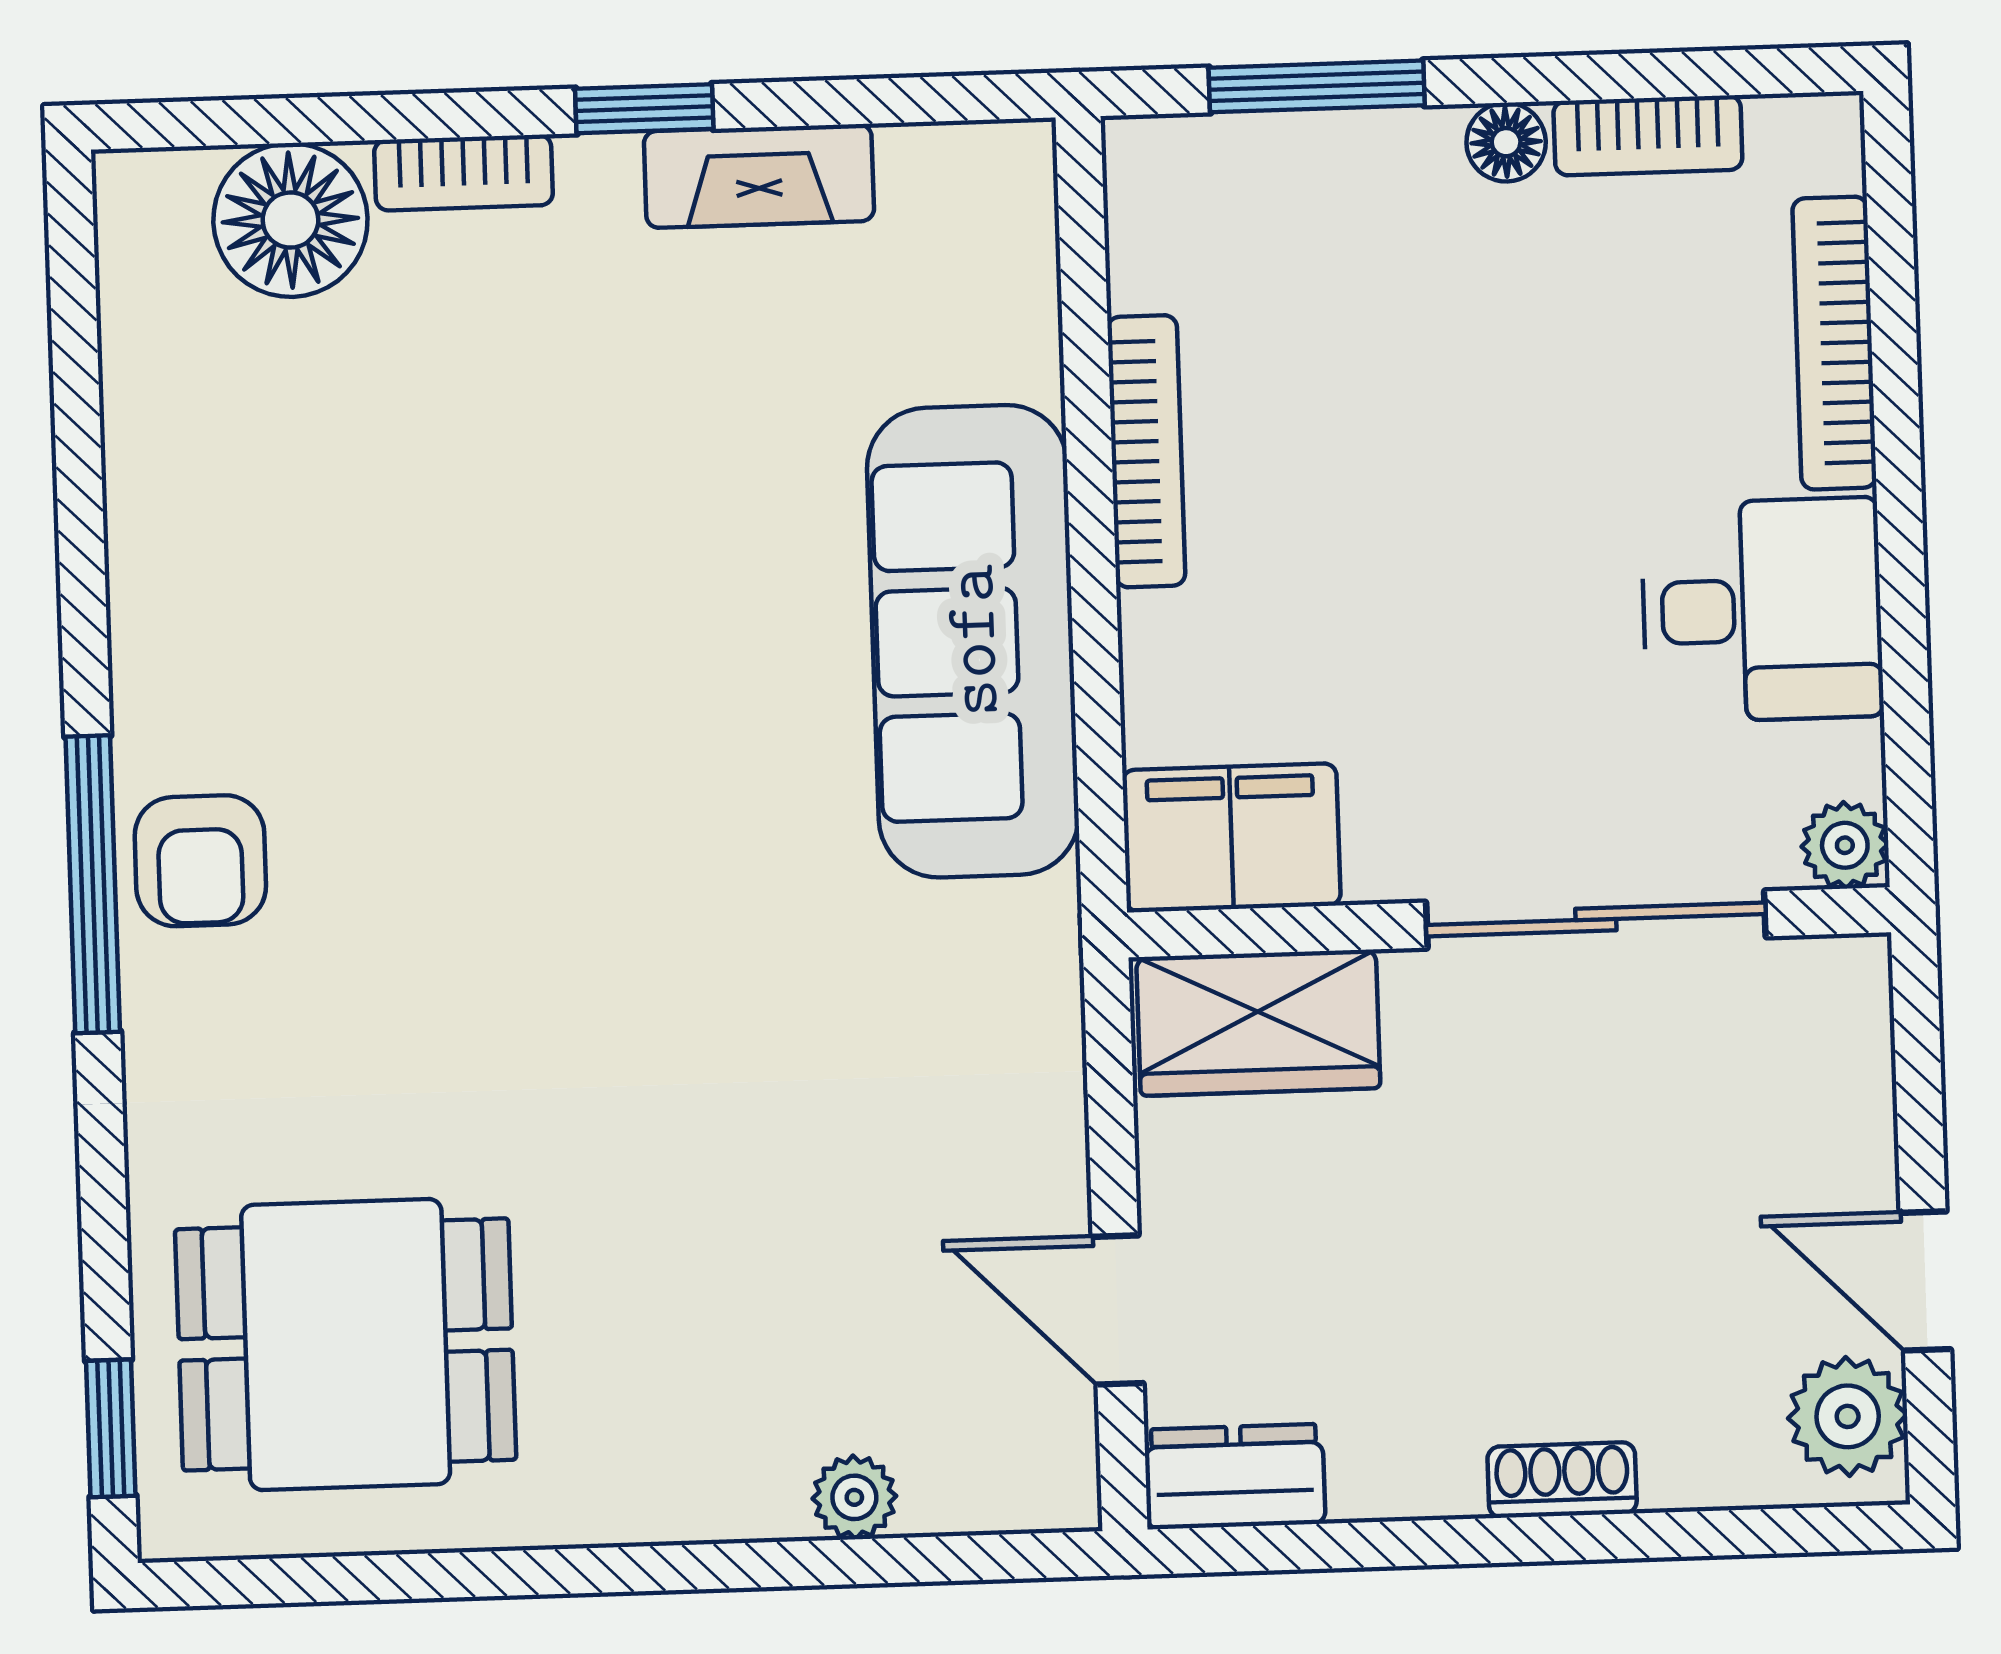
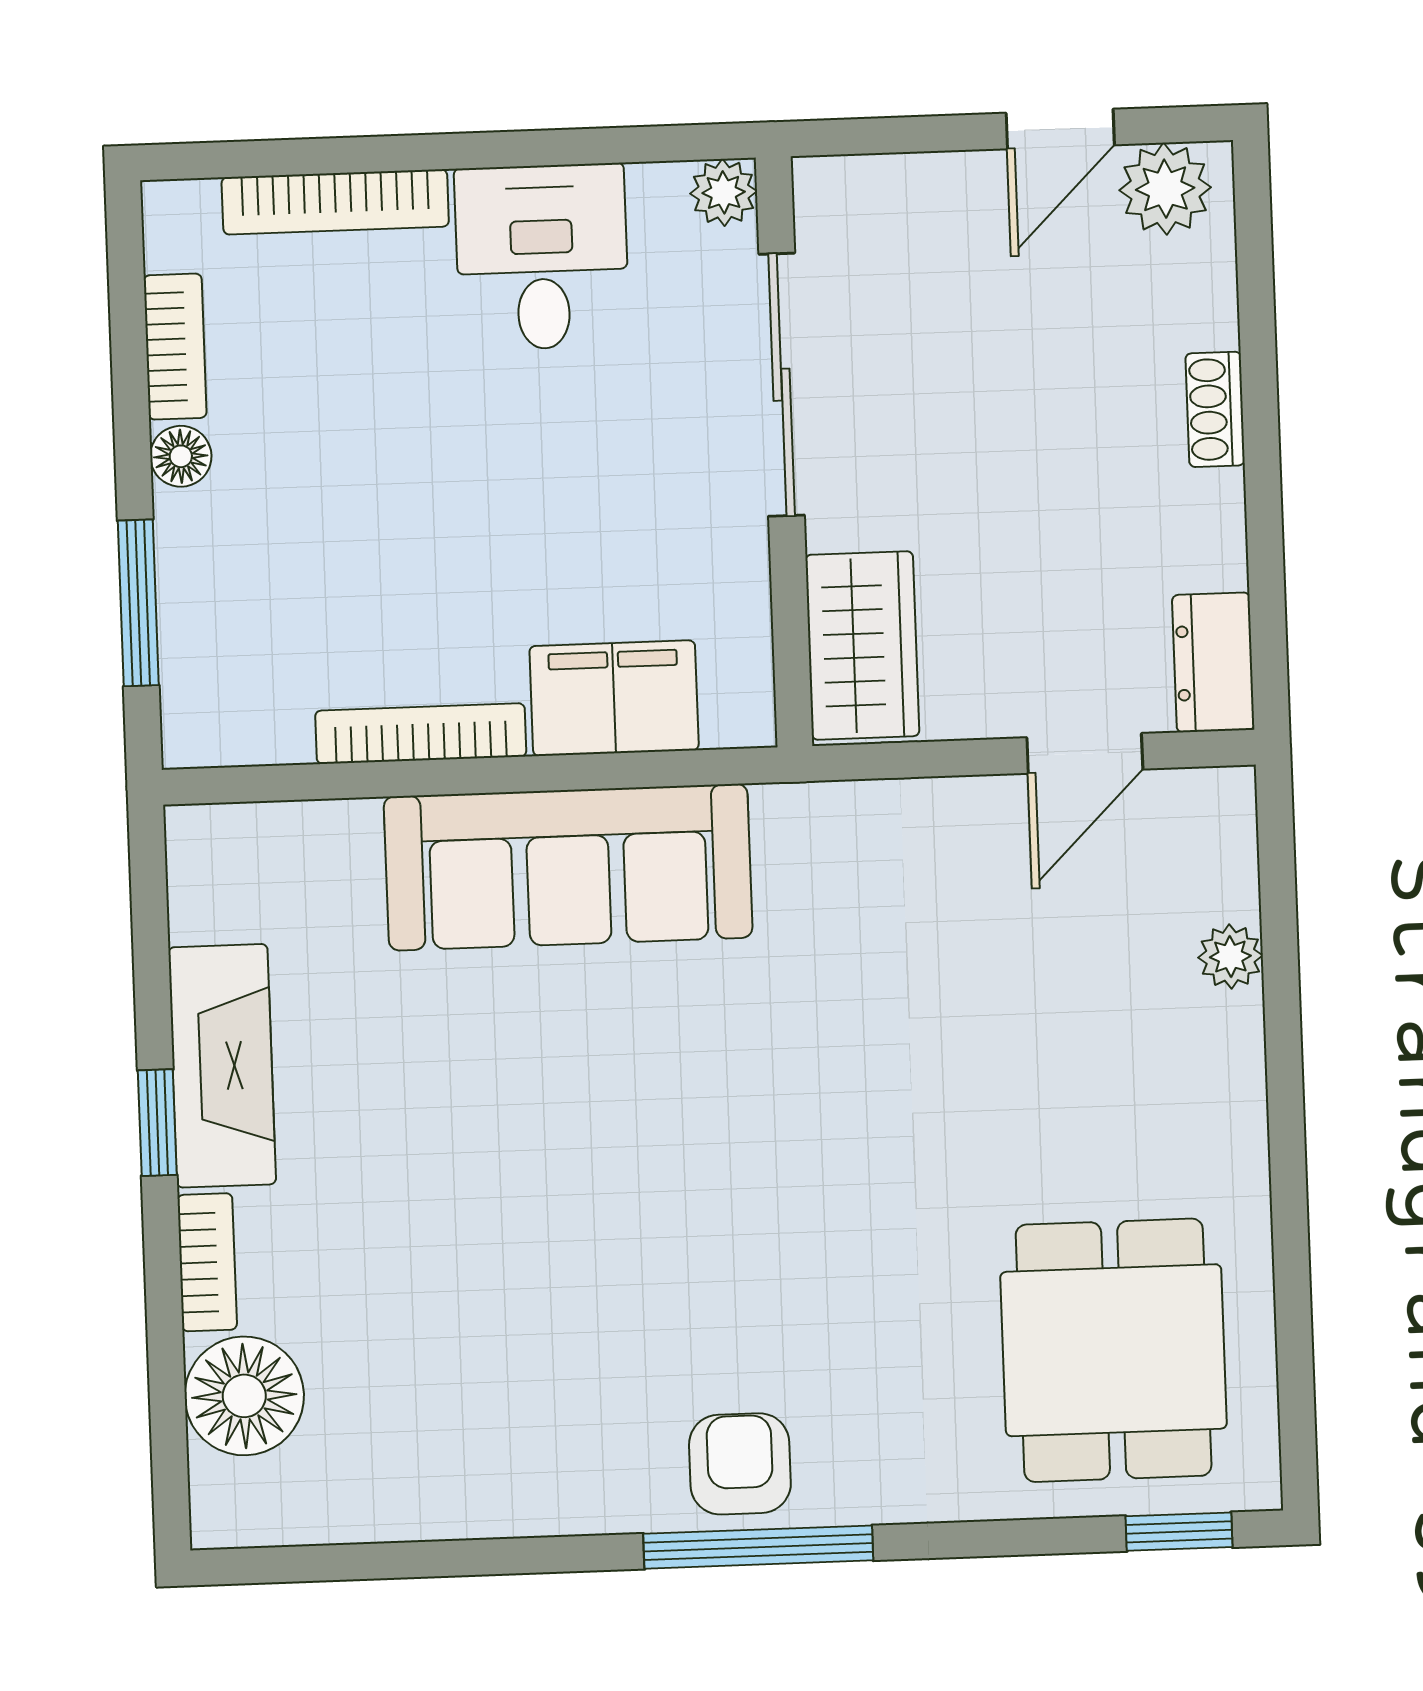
fireplace: (759, 176) -> (222, 1066), width x1.37, depth x1.32
filing cabinet: (1231, 838) -> (614, 698), moved, turned 90
armchair: (200, 861) -> (740, 1464), turned -90

